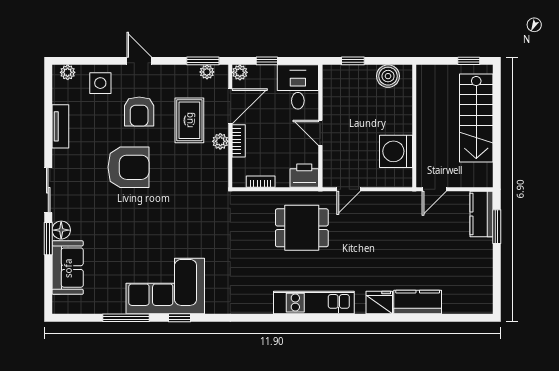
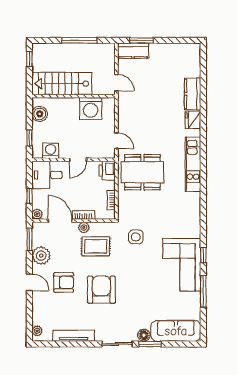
door: (139, 61) -> (29, 282), swing flipped
plant: (207, 72) -> (41, 256), moved, width x1.88, depth x1.88
side table: (100, 83) -> (136, 237), moved
washing machine: (334, 92) -> (51, 151), added
stairs: (476, 118) -> (62, 84), moved, turned 180
rug: (189, 120) -> (96, 246), moved
tv unit: (60, 126) -> (74, 336), width x1.41
window: (497, 135) -> (79, 40), added
dining table: (302, 228) -> (142, 172), width x1.37
sofa: (68, 268) -> (176, 331), width x1.36

